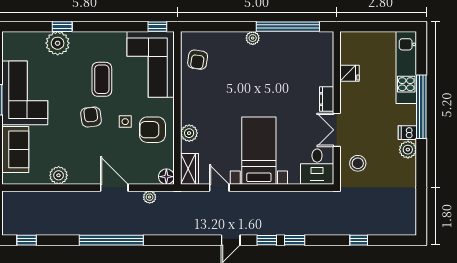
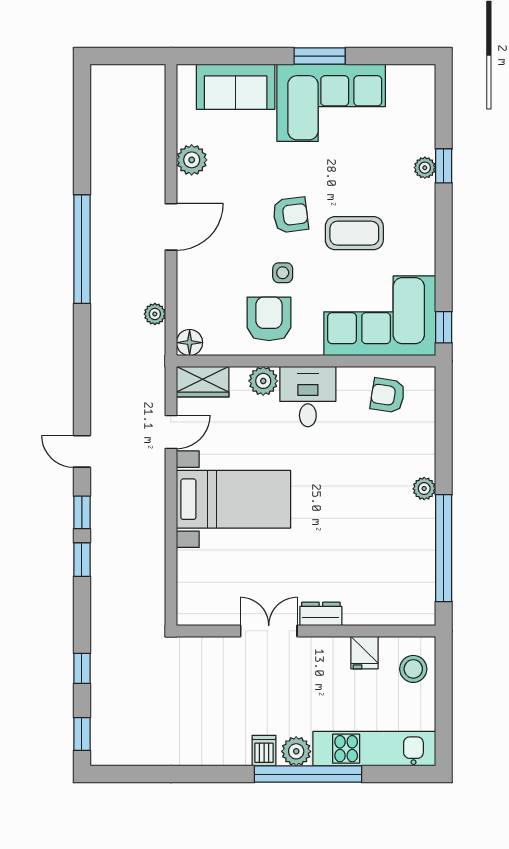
plant: (58, 43) -> (425, 168), width x0.53, depth x0.53
plant: (408, 150) -> (296, 751), moved
stool: (358, 163) -> (413, 669), moved
desk: (317, 167) -> (308, 397), moved, turned 90
door: (114, 188) -> (171, 227), moved
window: (27, 240) -> (82, 734), moved

